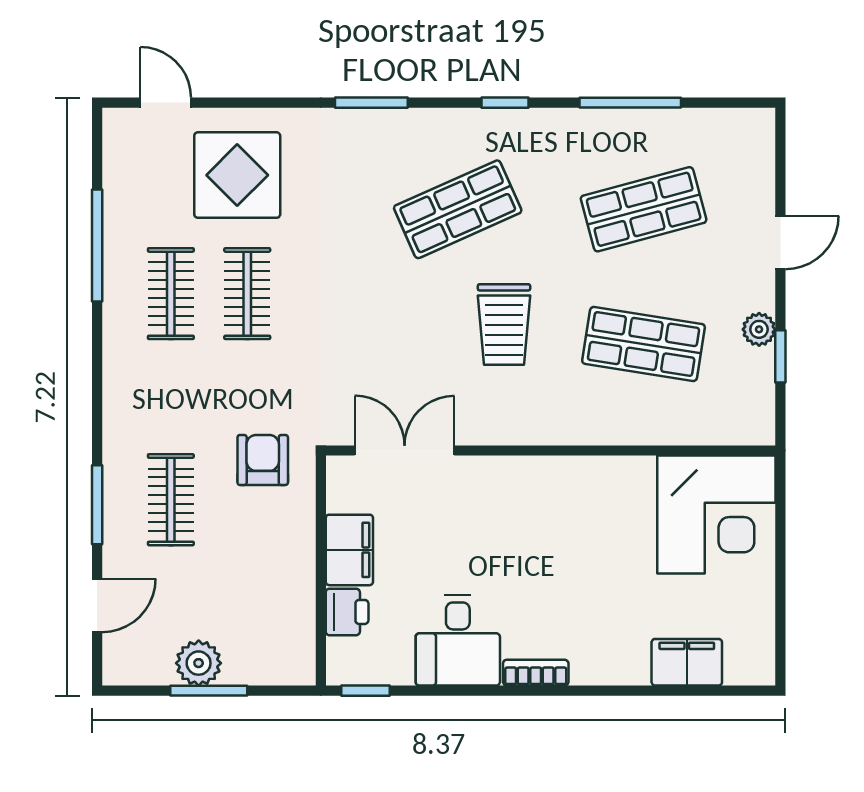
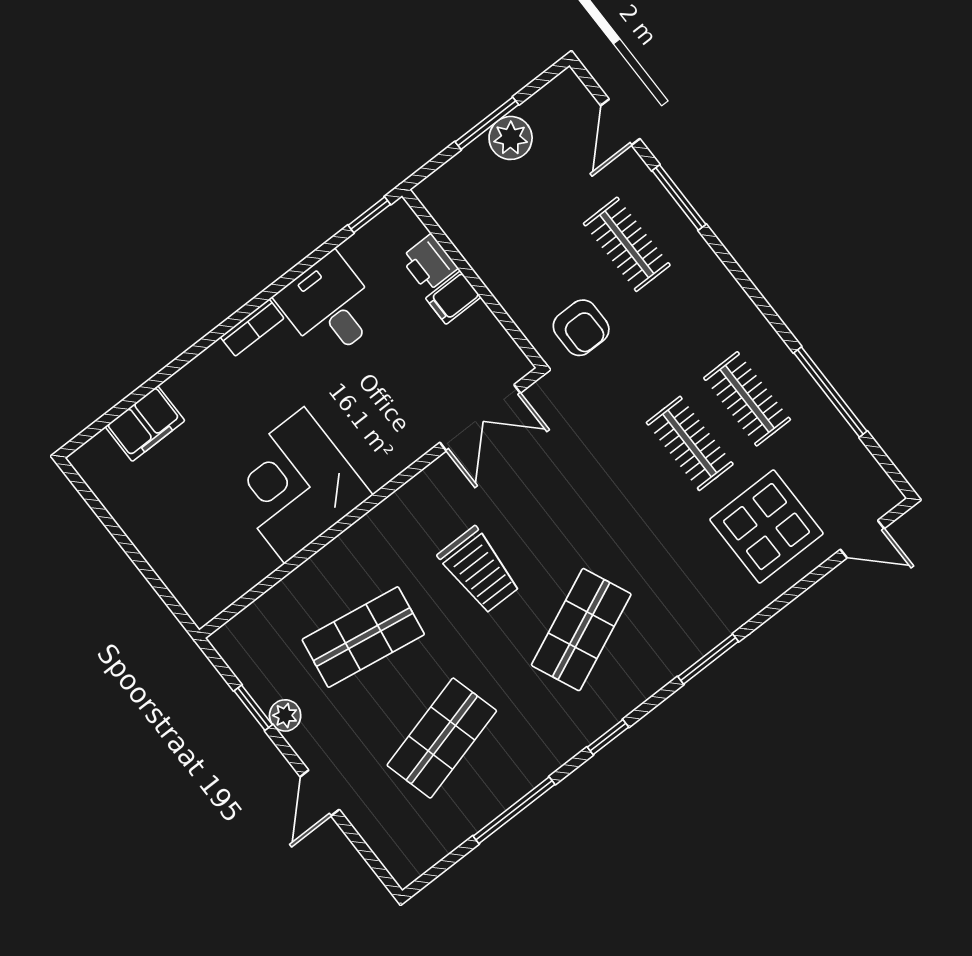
trolley: (504, 324) -> (479, 570), turned 180
corner desk: (716, 515) -> (294, 485), moved
filing cabinet: (349, 550) -> (453, 298), width x0.50

